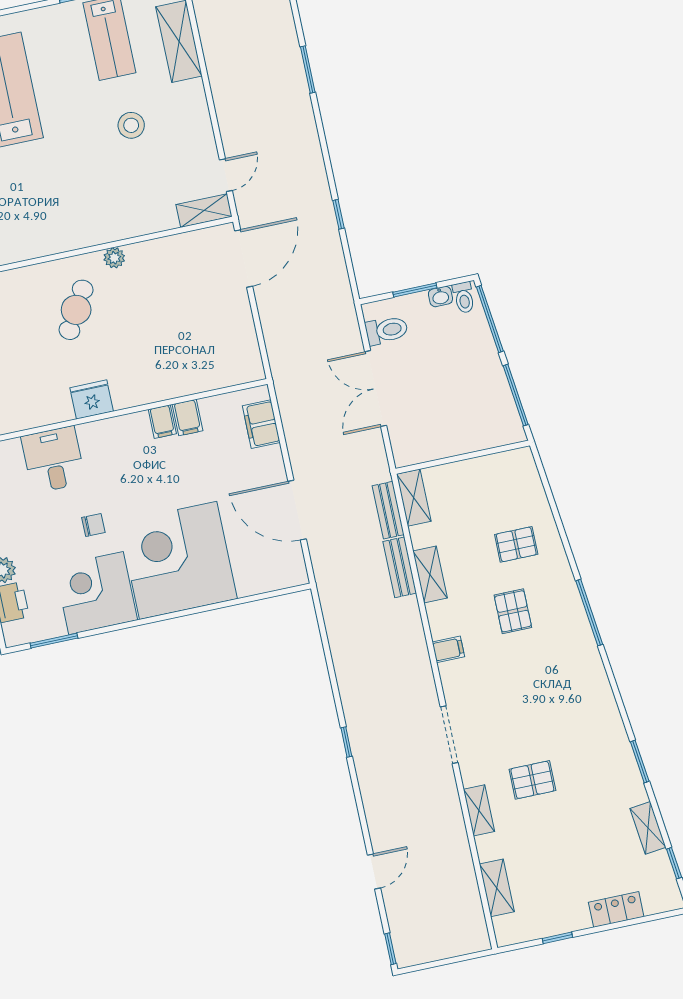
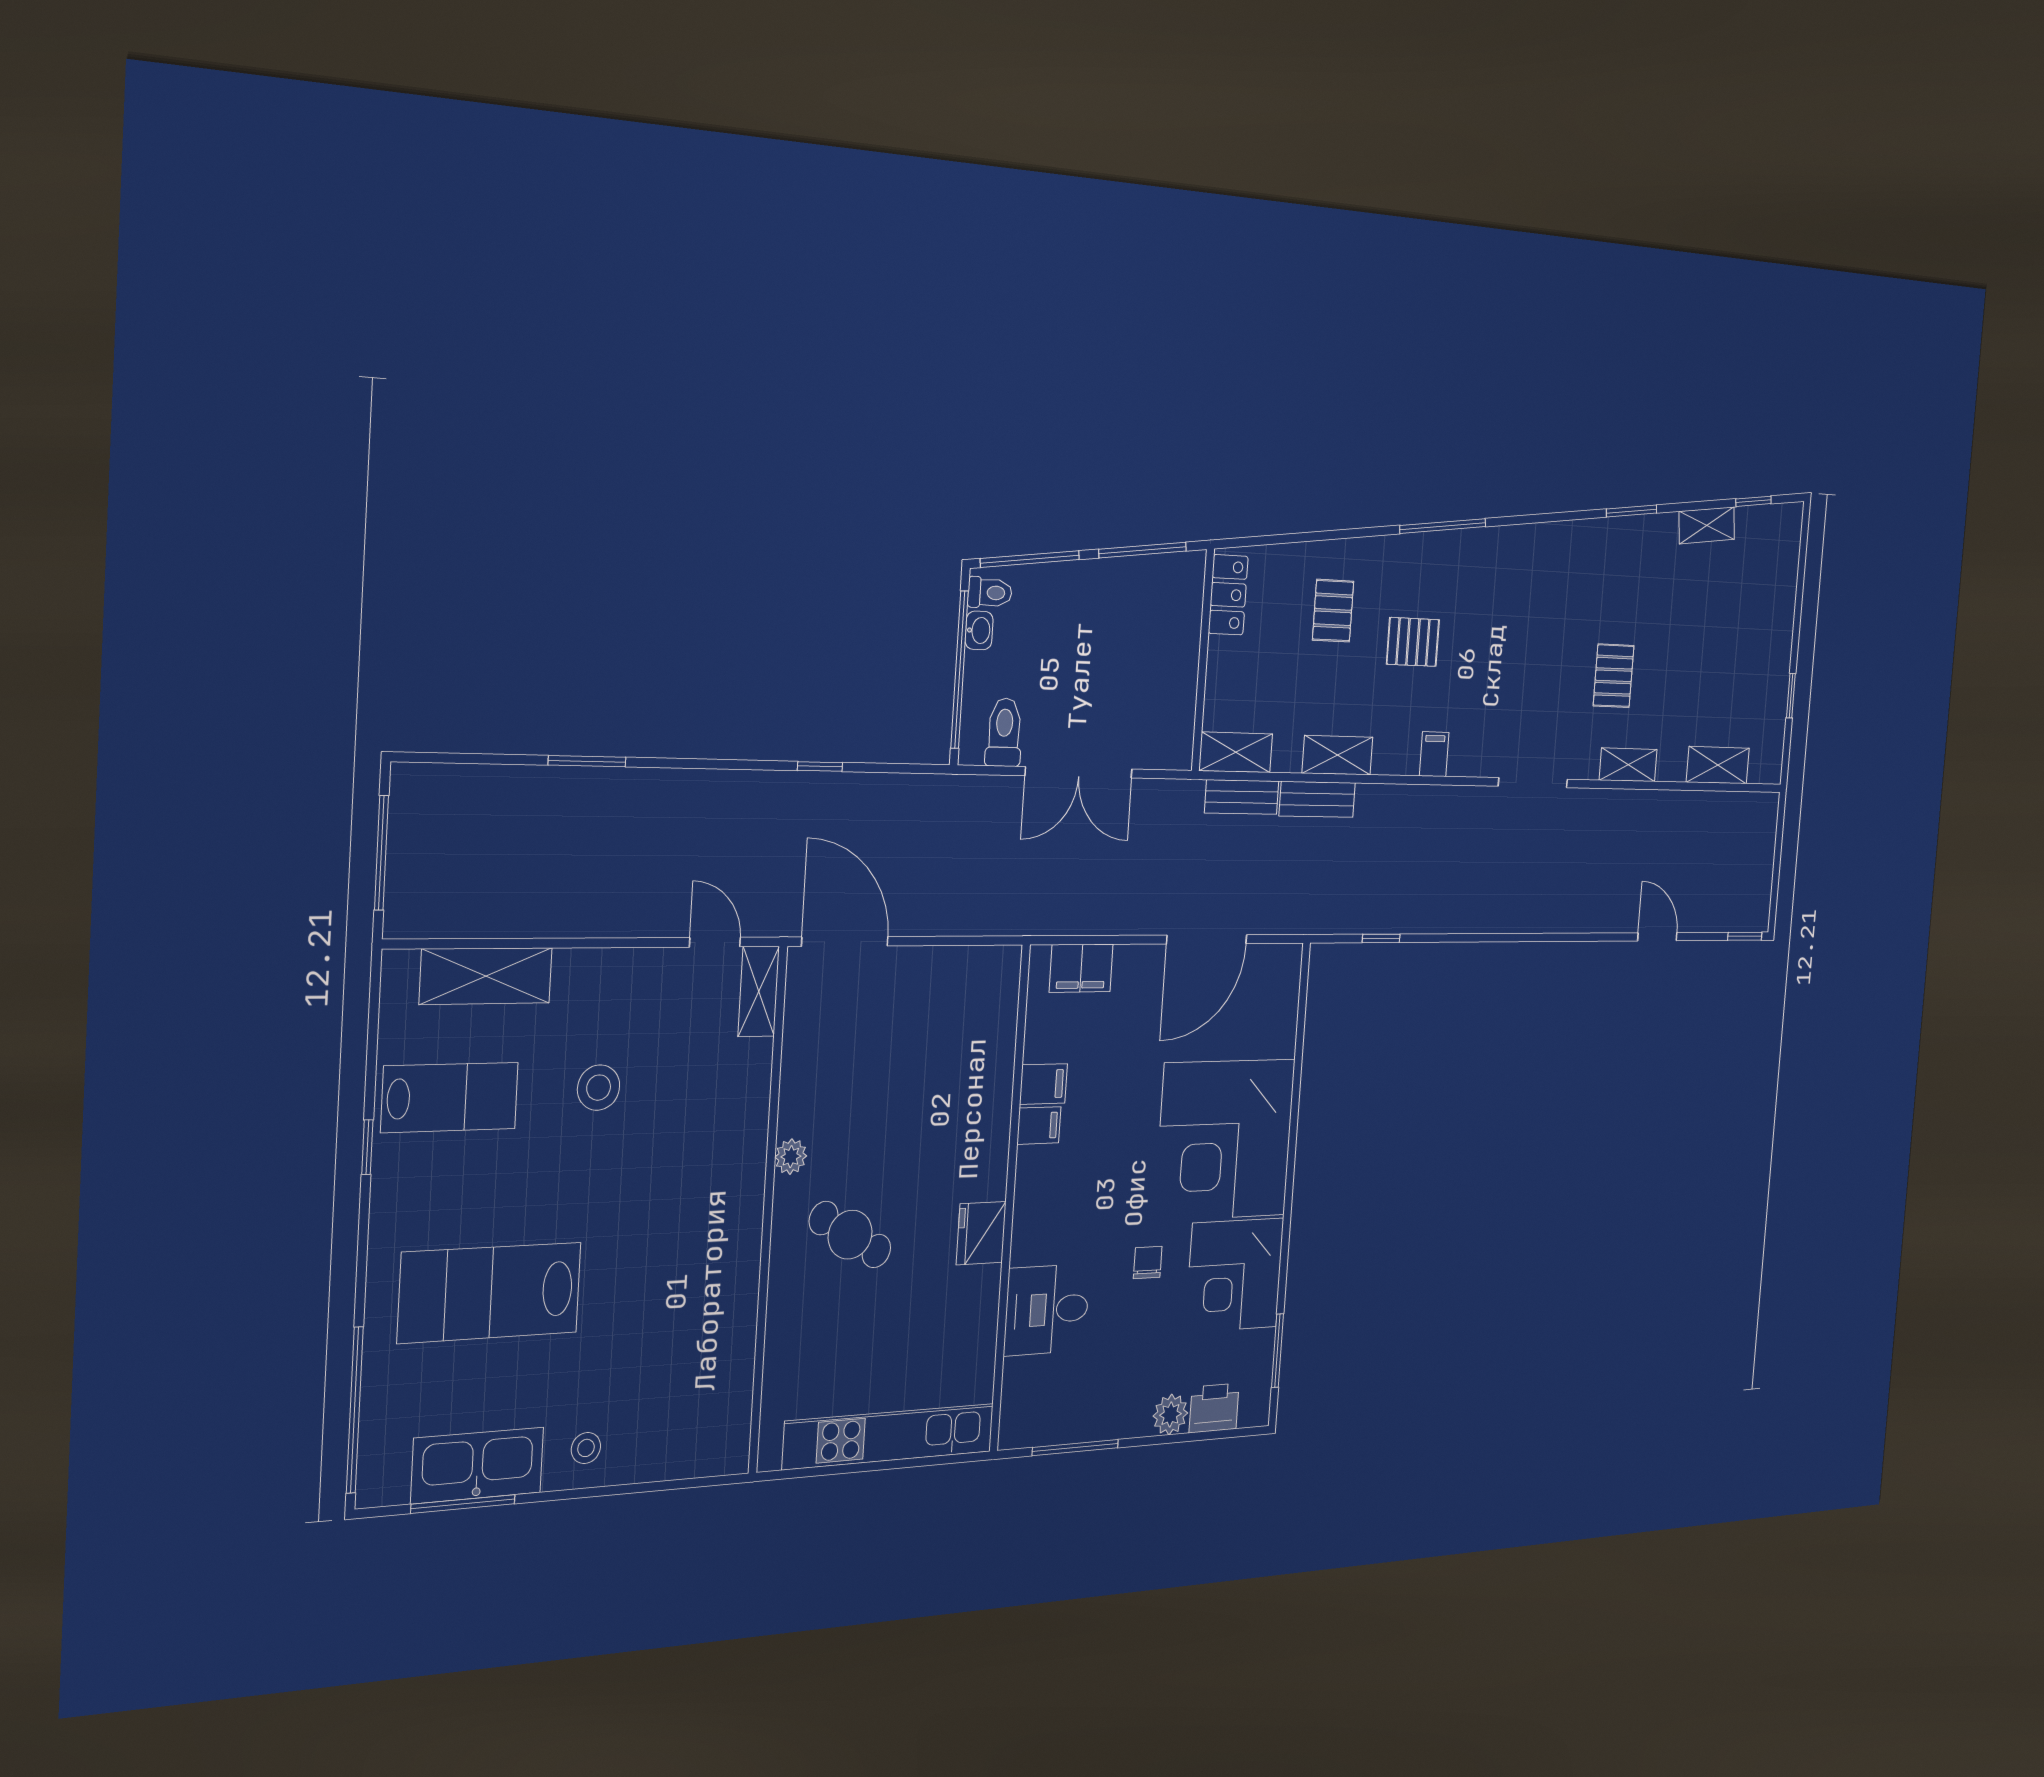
window: (415, 290) -> (960, 670), width x2.11
window: (346, 742) -> (1381, 938), moved
locker: (616, 910) -> (1228, 595), moved, turned 180

